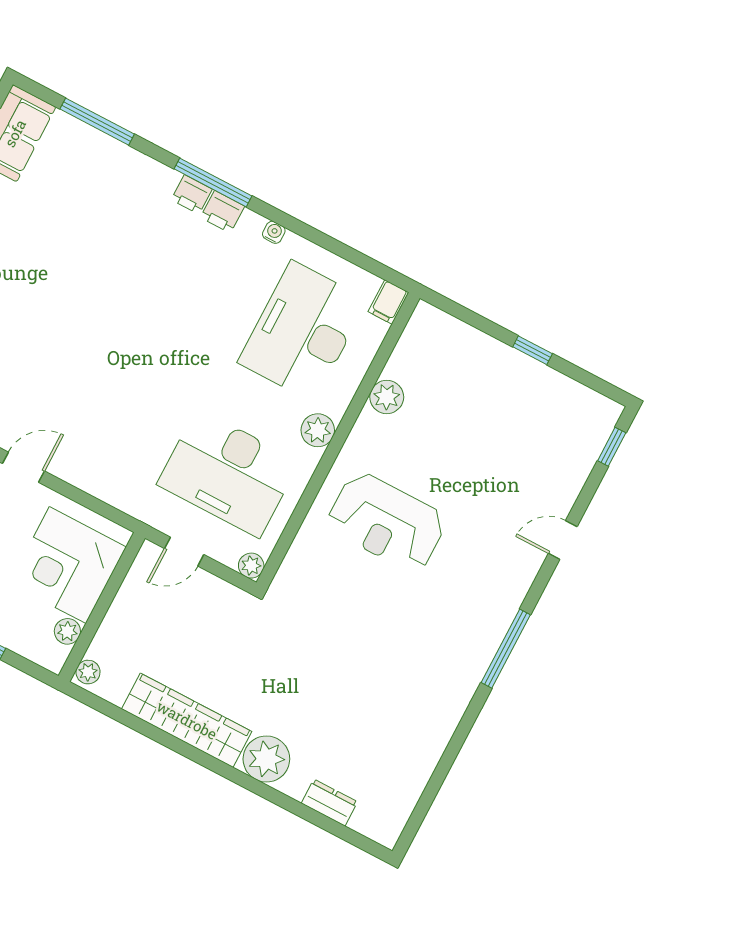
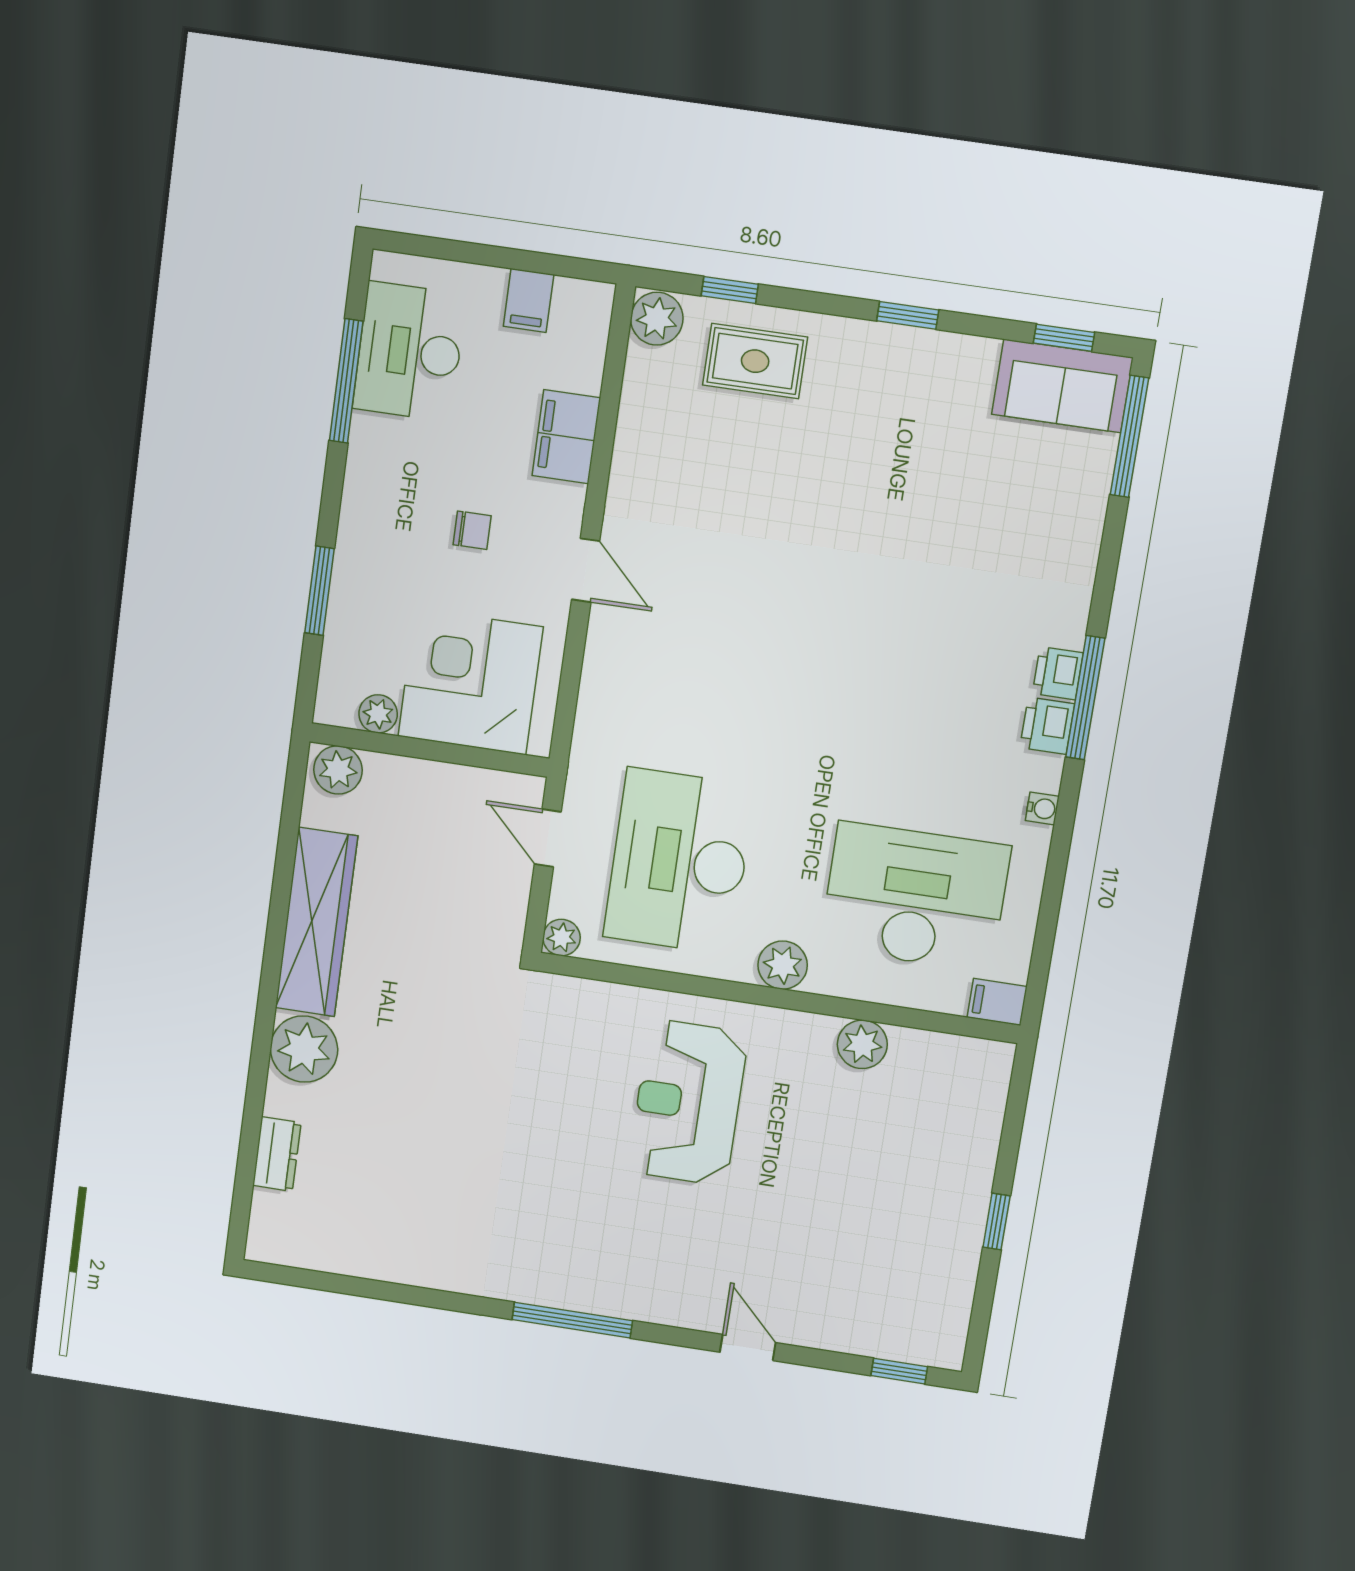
window: (97, 122) -> (1129, 436), moved
plant: (88, 672) -> (338, 770), width x1.38, depth x1.38

